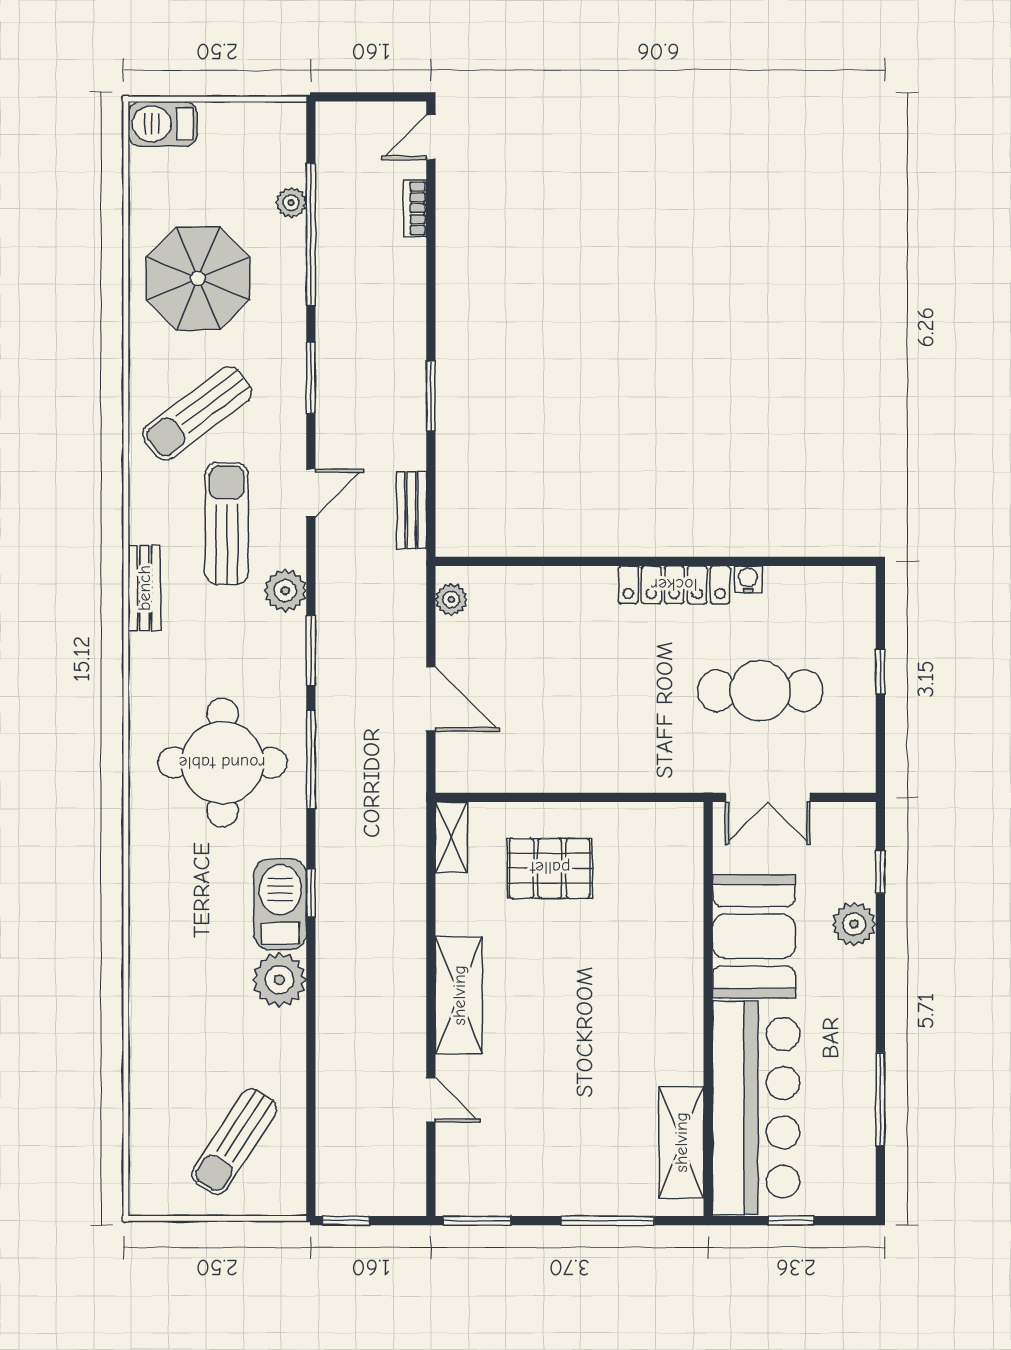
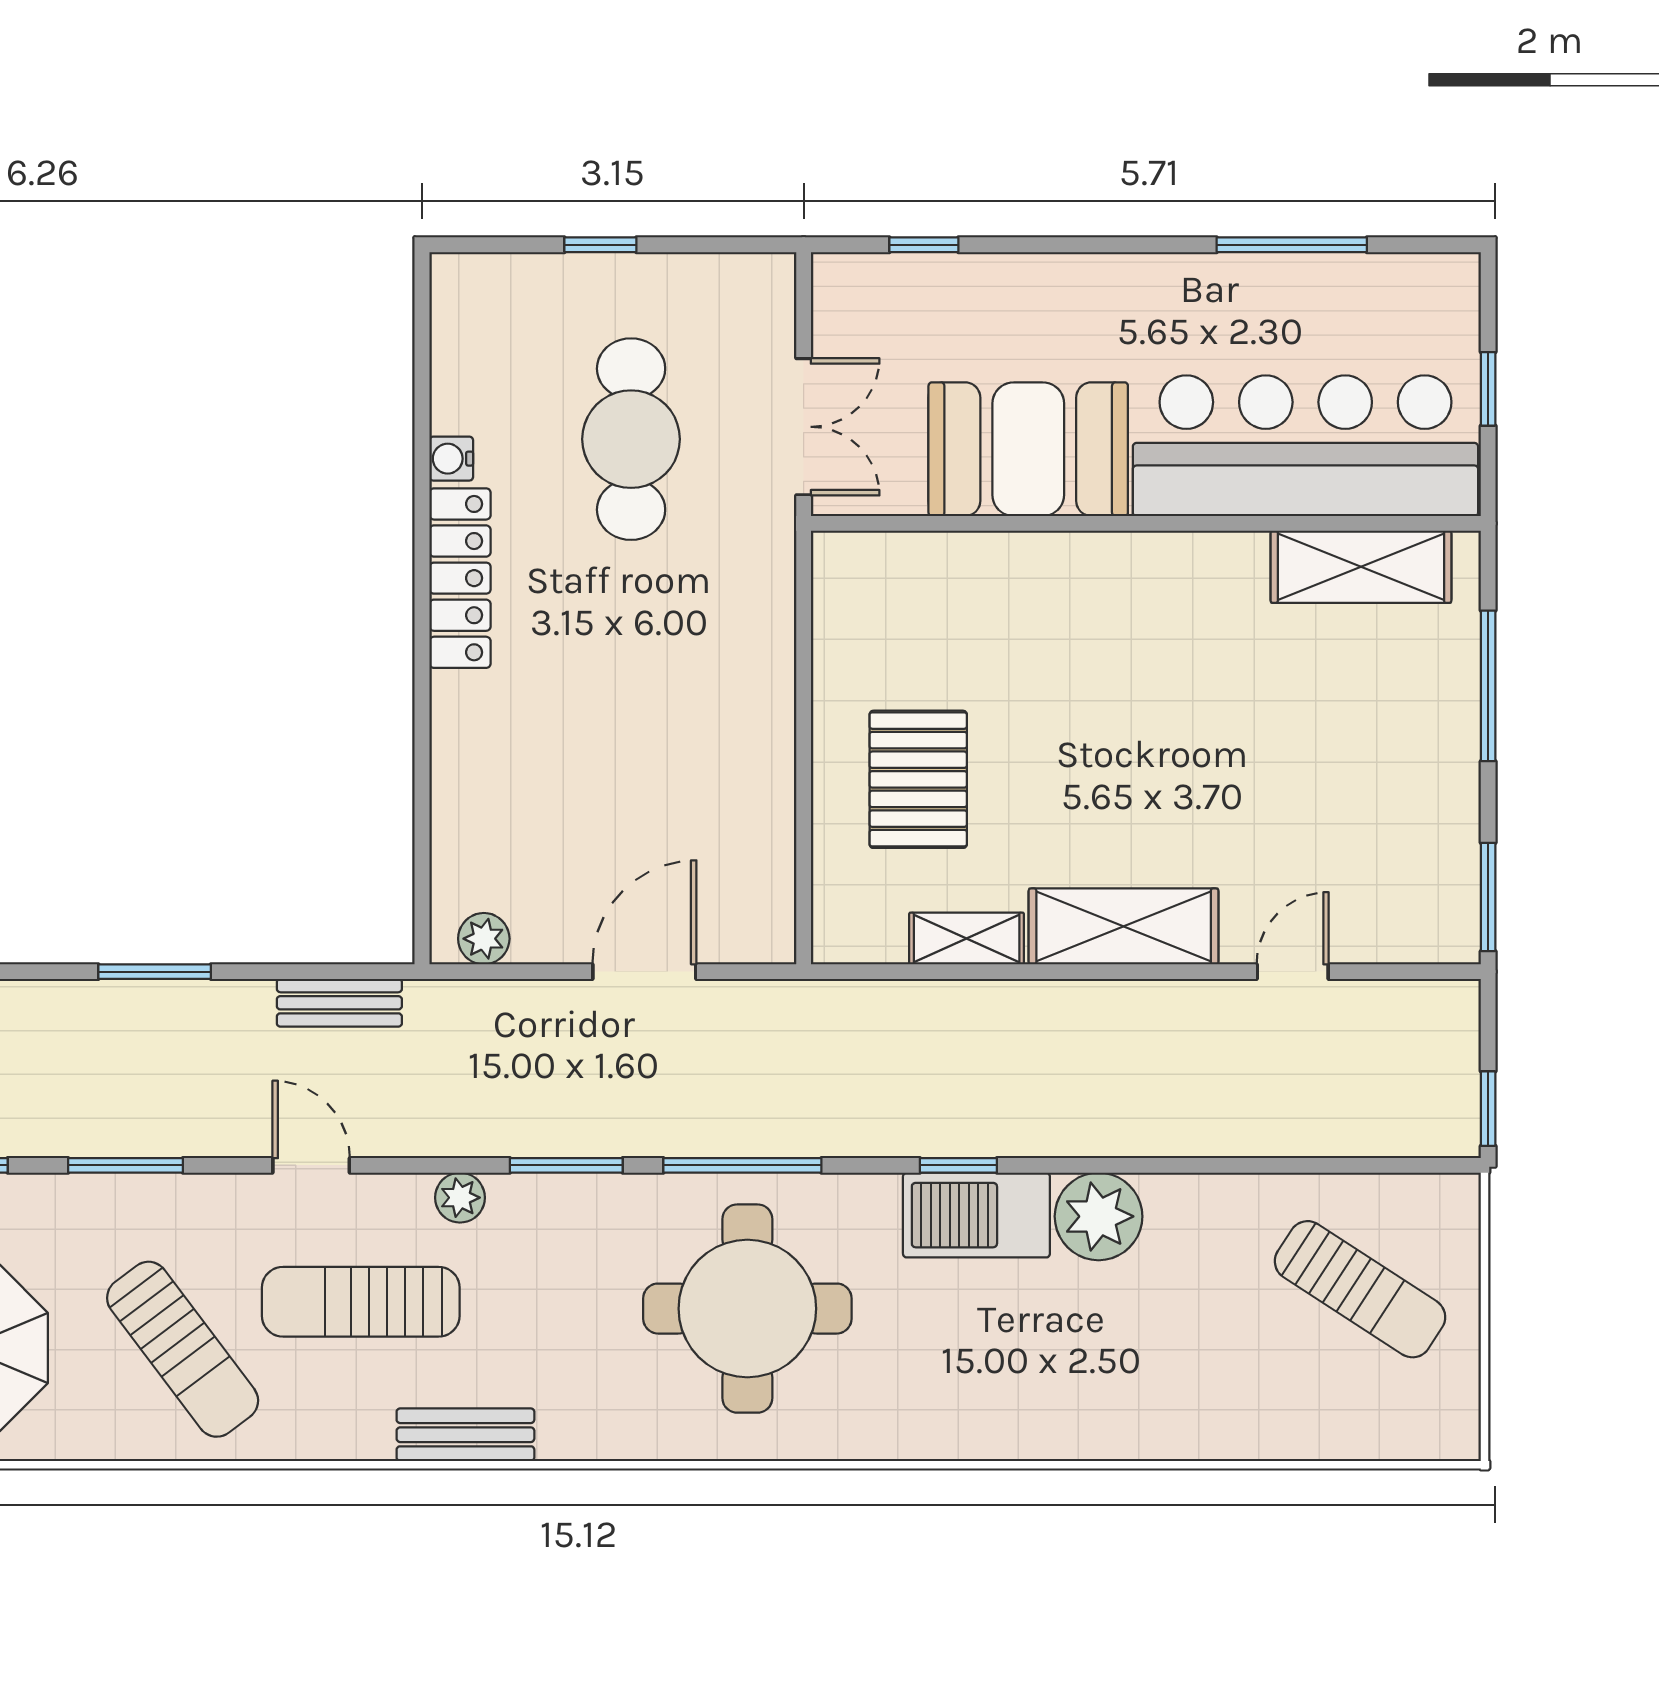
plant: (285, 591) -> (460, 1198), width x0.73, depth x0.73
shelving: (451, 837) -> (967, 939), moved
plant: (854, 924) -> (1008, 287), removed

